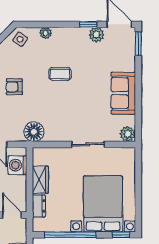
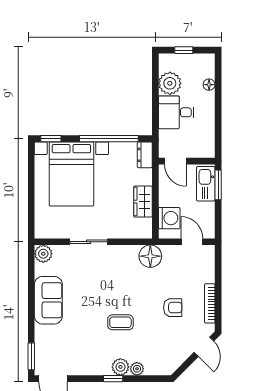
window: (88, 24) -> (113, 379), moved
plant: (96, 35) -> (120, 367), moved
side table: (20, 39) -> (166, 362), removed
dresser: (39, 206) -> (145, 155), moved

